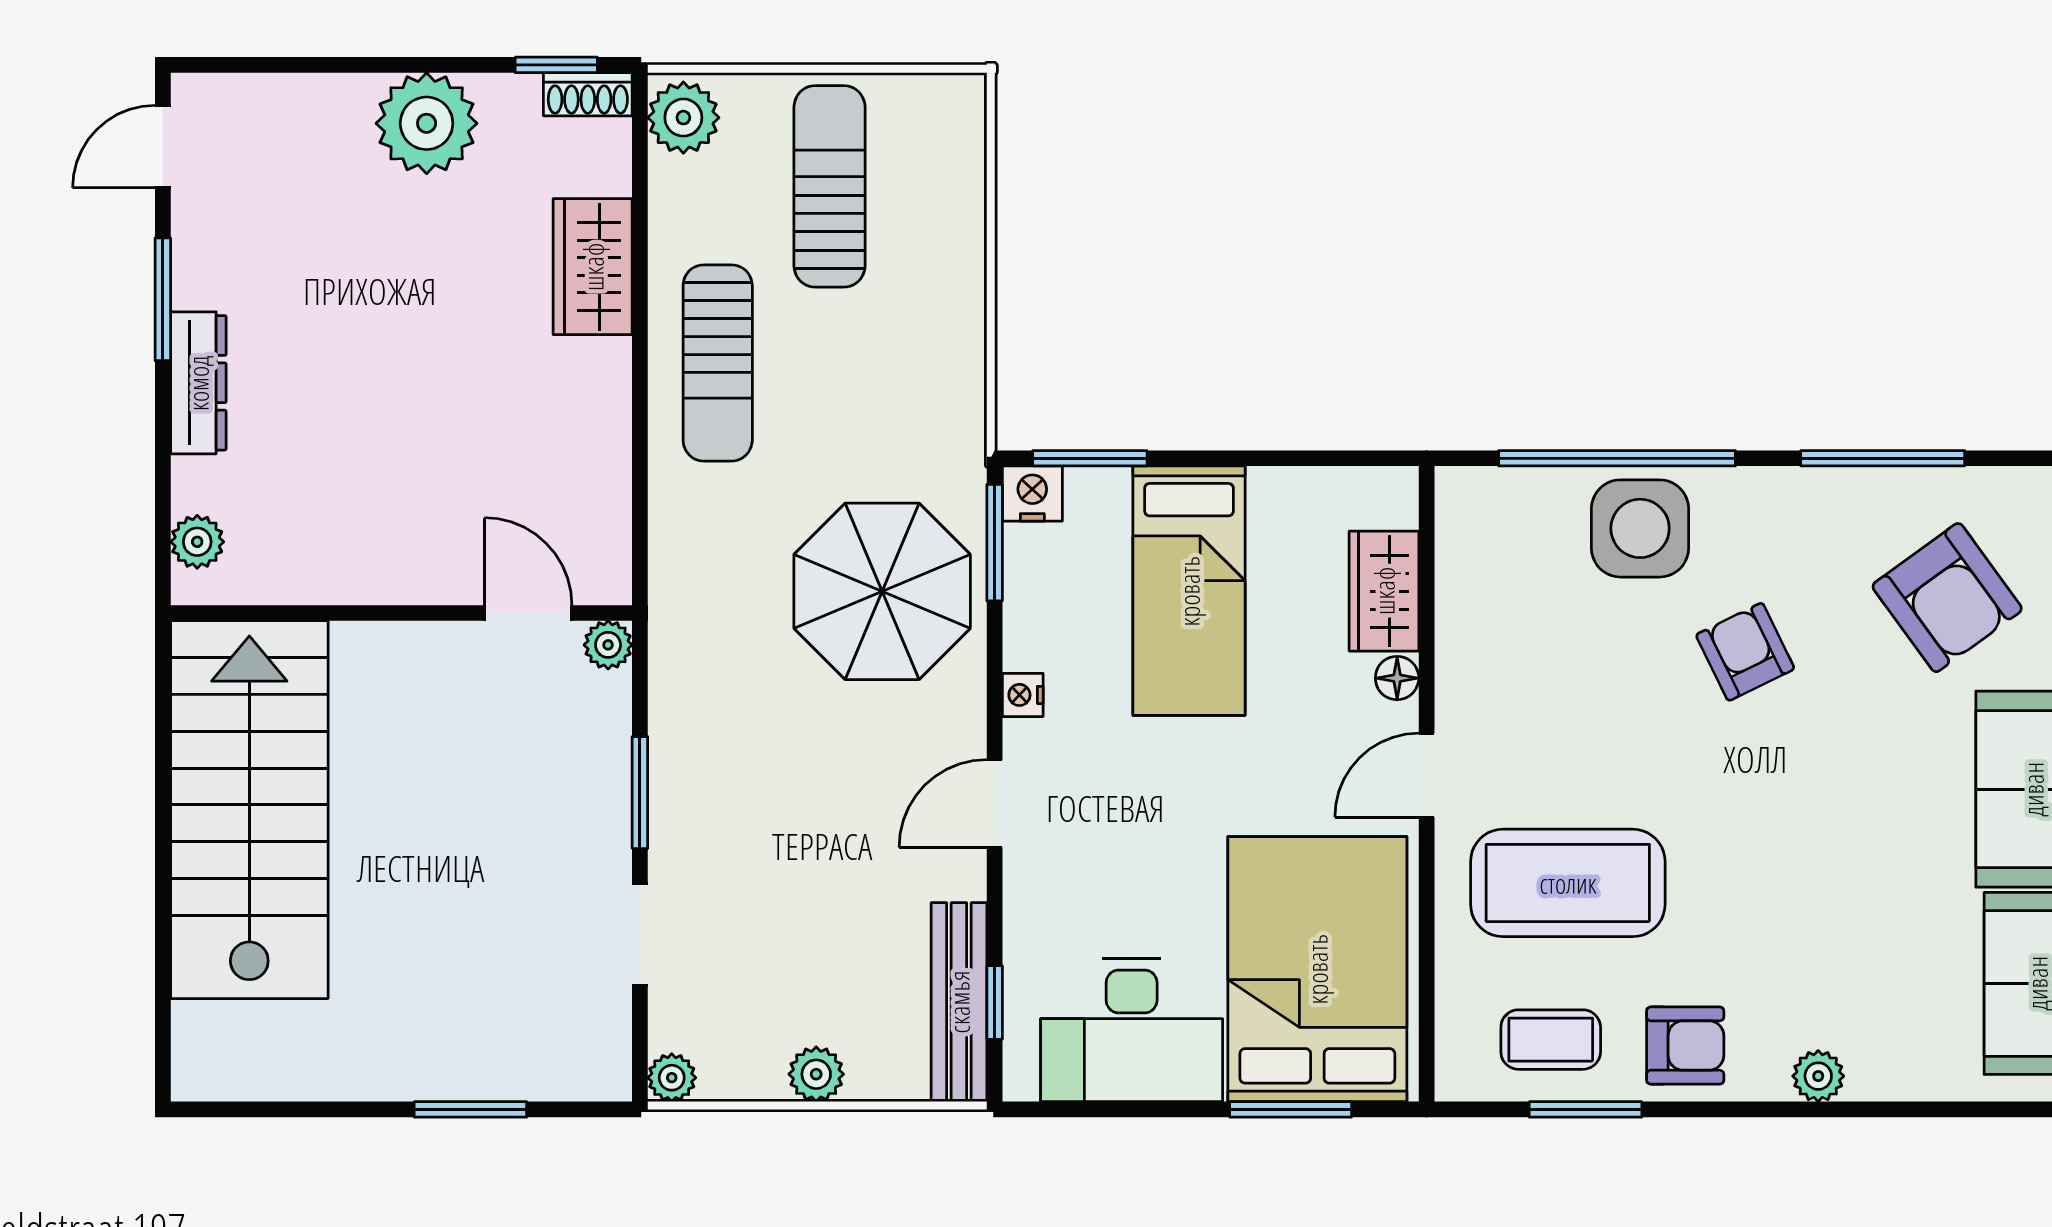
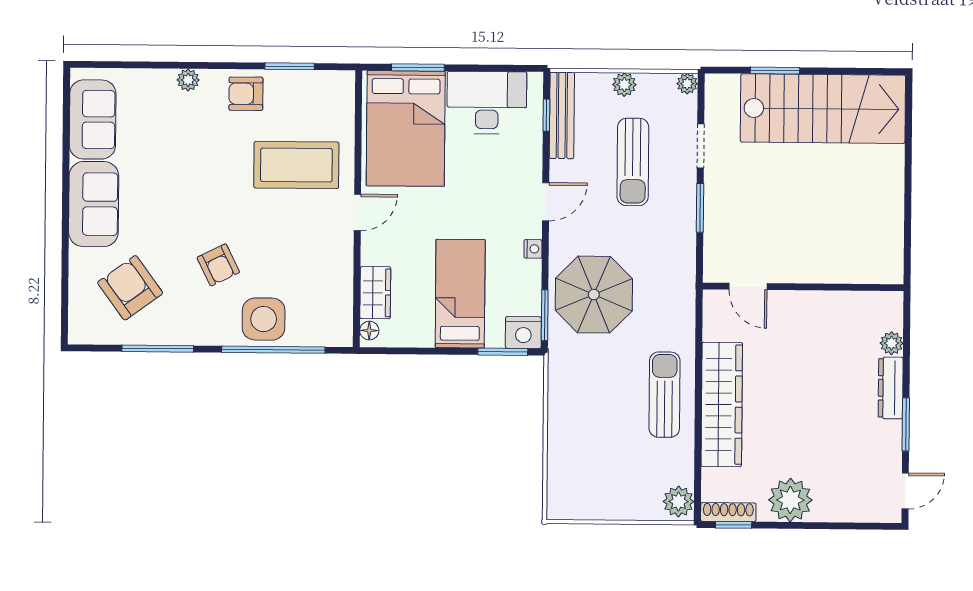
shoe rack: (588, 94) -> (728, 512), width x1.43
sun lounger: (830, 186) -> (633, 162), moved
wardrobe: (593, 267) -> (722, 404), width x2.10, depth x1.17
nightstand: (1032, 494) -> (523, 333), width x1.36, depth x1.33
plant: (197, 542) -> (892, 343), moved
plant: (608, 645) -> (713, 272), removed
floor lamp: (1397, 678) -> (369, 331), moved
stairs: (249, 810) -> (823, 109), moved, turned -90
coffee table: (1551, 1040) -> (304, 97), removed

